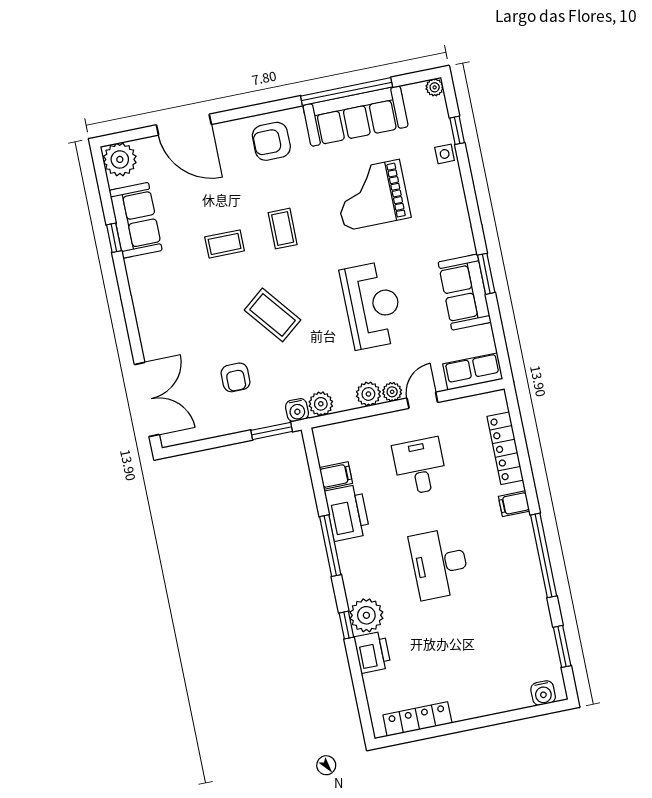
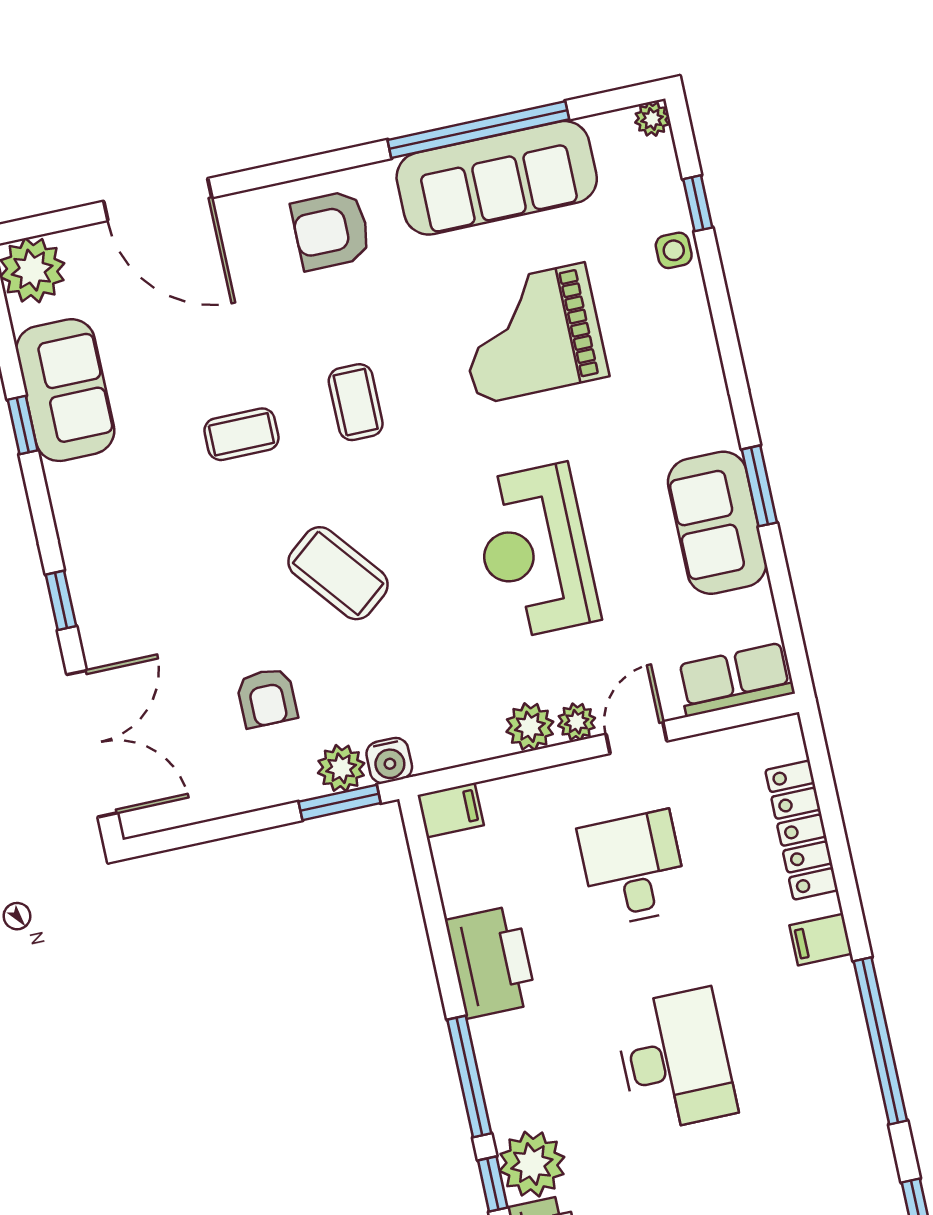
reception desk: (372, 305) -> (535, 551), turned 180
window: (132, 327) -> (61, 600), added
plant: (321, 404) -> (341, 768), moved
filing cabinet: (336, 476) -> (451, 810), moved
window: (330, 546) -> (469, 1077), moved
desk: (440, 564) -> (675, 1060), turned 180

